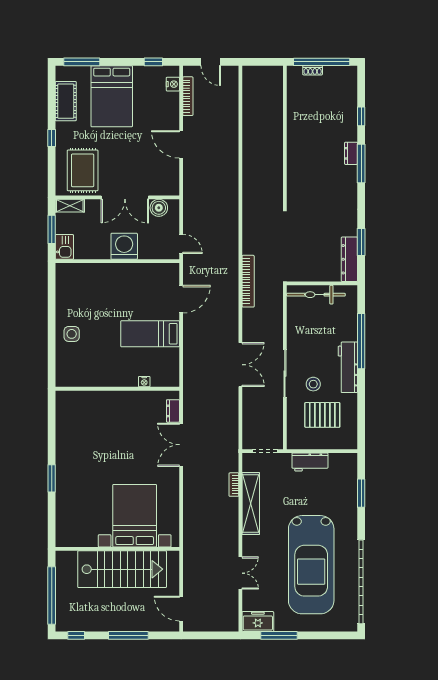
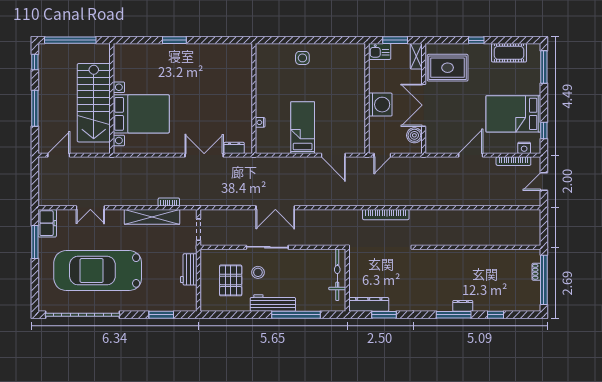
bed: (112, 96) -> (513, 114), moved
bookcase: (248, 281) -> (386, 215), moved

